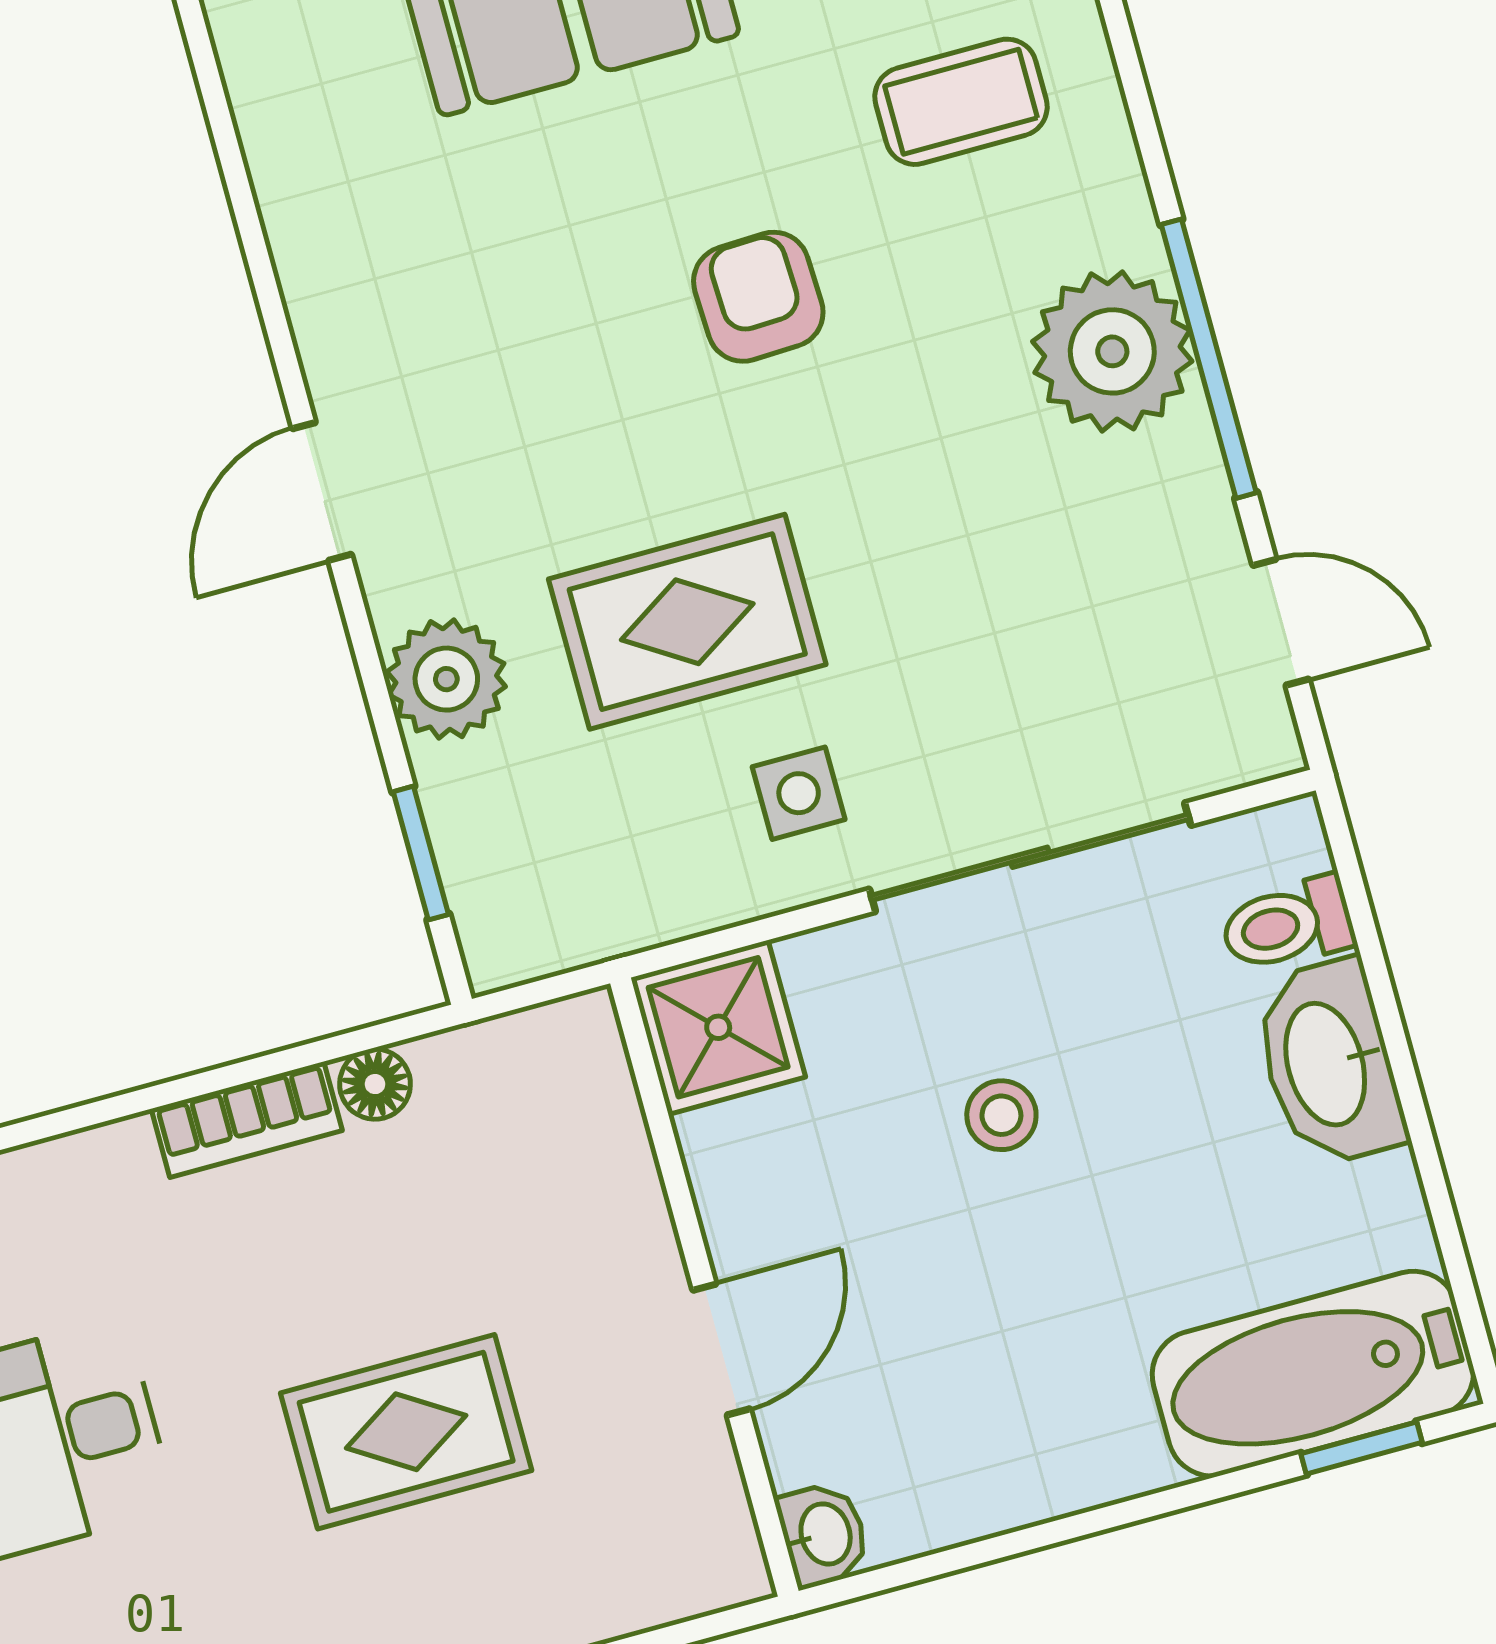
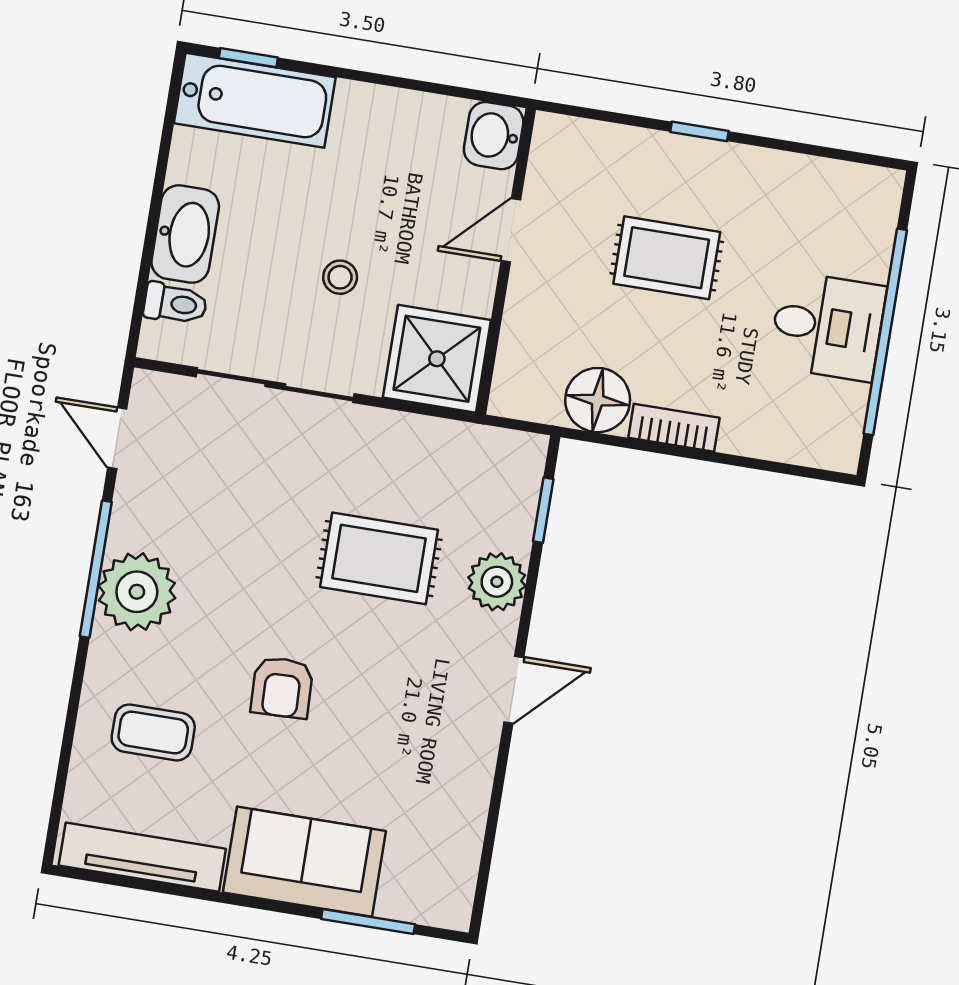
side table: (799, 793) -> (364, 460), removed
shower: (718, 1027) -> (437, 359), width x1.36, depth x1.36
floor lamp: (375, 1084) -> (598, 400), width x1.89, depth x1.89
washbasin: (823, 1535) -> (494, 136), width x1.38, depth x1.45

